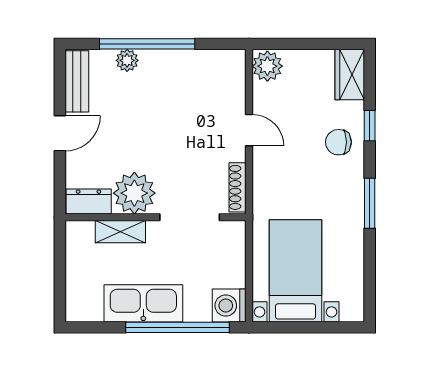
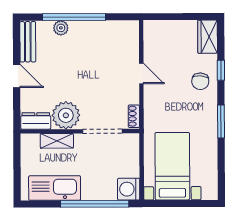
plant: (267, 66) -> (153, 31), removed
door: (60, 133) -> (17, 76), hinge flipped
chair: (338, 142) -> (200, 81), turned -86
shoe rack: (237, 187) -> (134, 116), width x0.70
kitchen sink: (143, 303) -> (55, 188), moved

